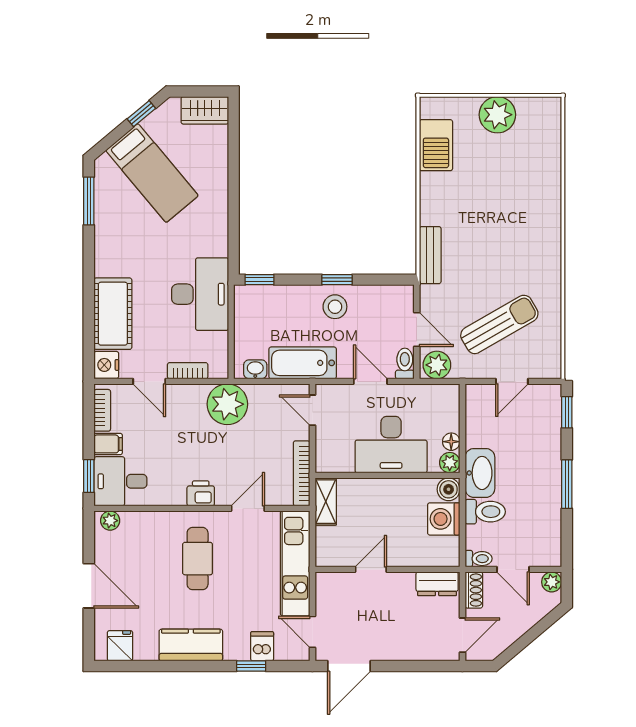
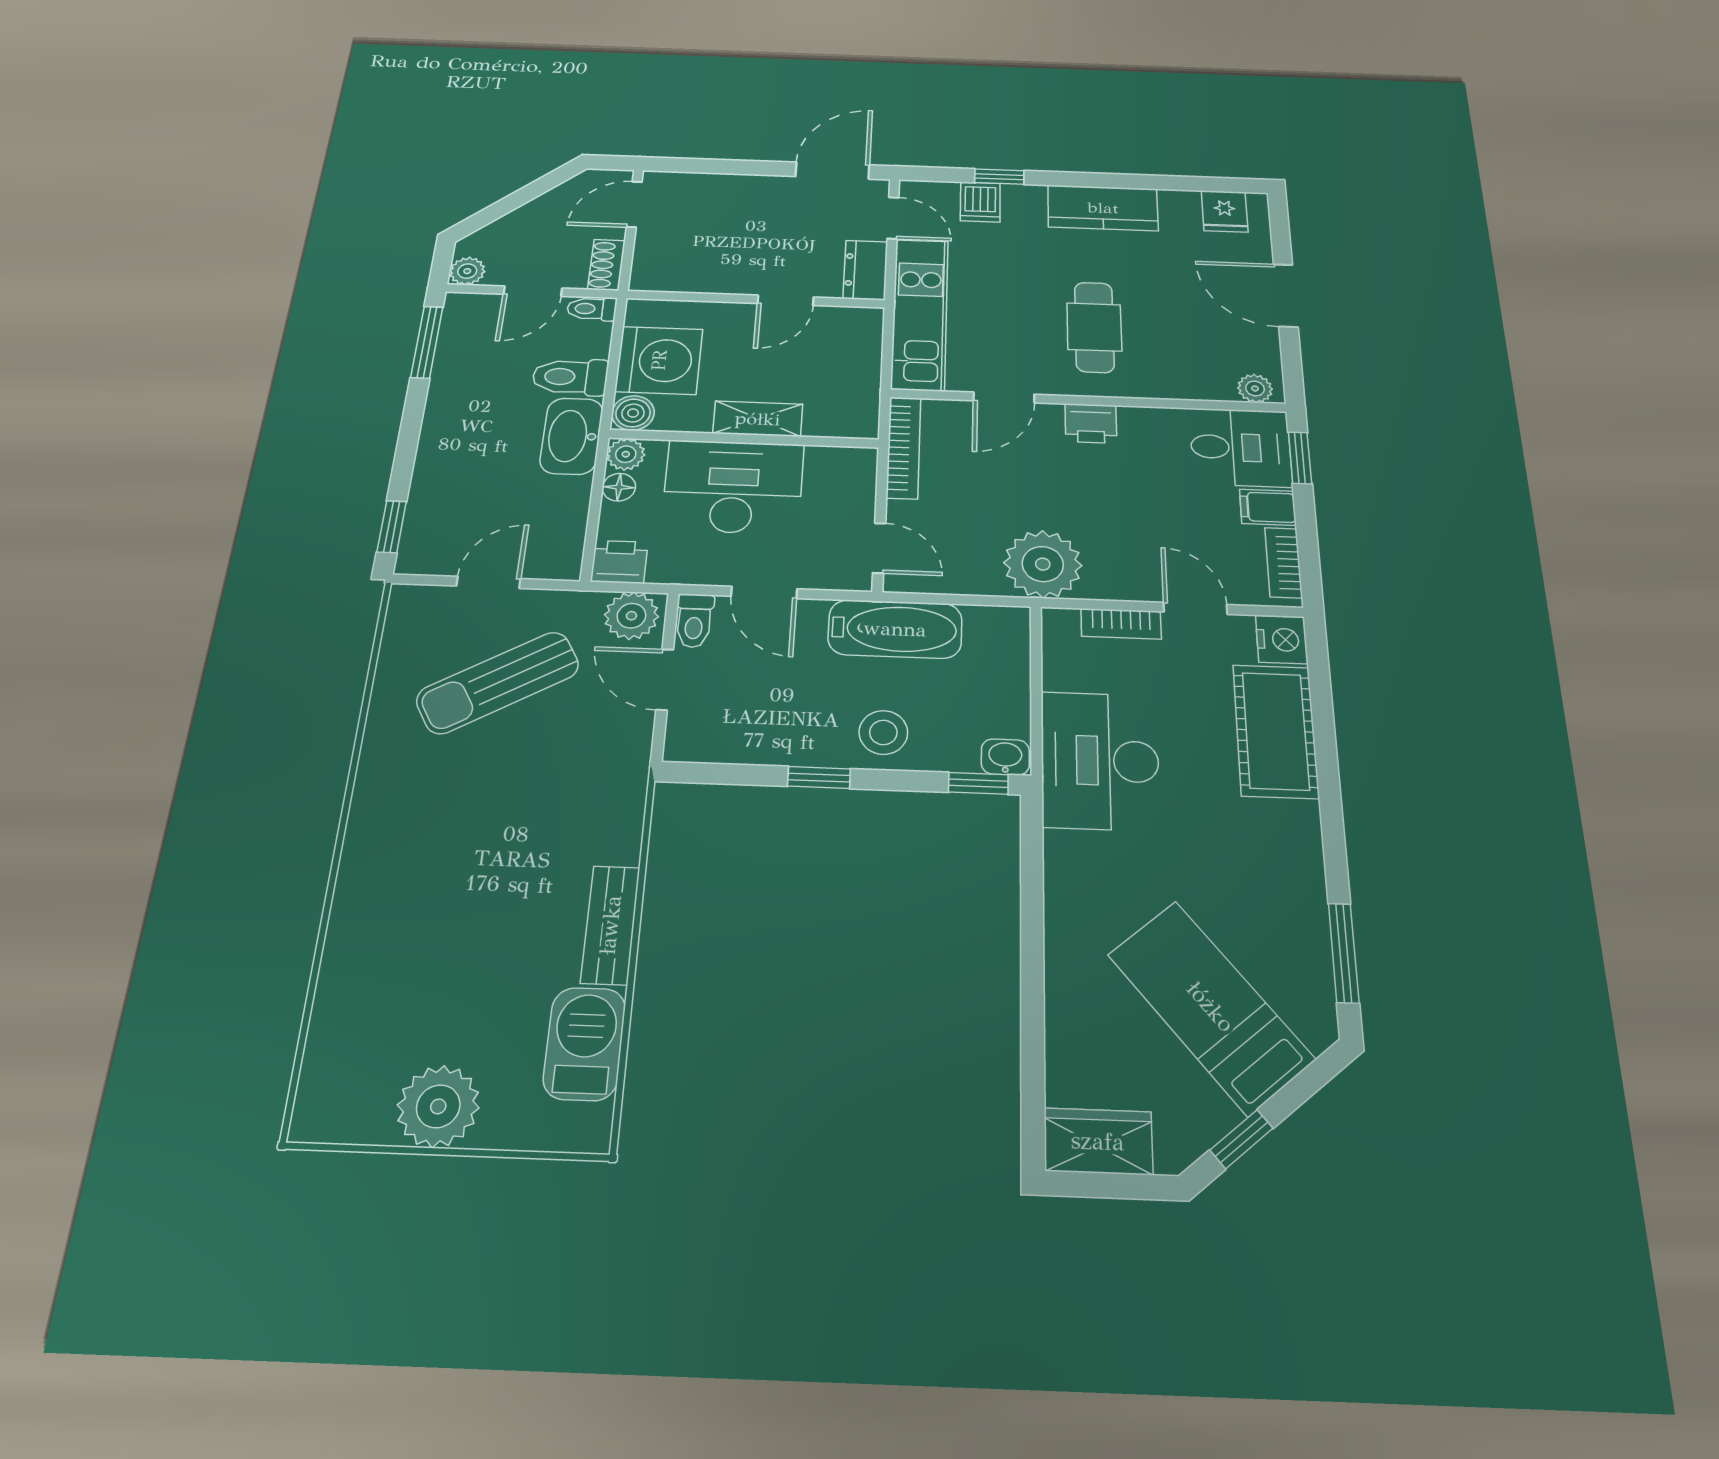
bench: (430, 255) -> (610, 925), moved
stool: (335, 307) -> (883, 732), moved
washbasin: (255, 369) -> (1005, 757), moved, turned 180
printer: (446, 396) -> (619, 562), added
window: (567, 484) -> (427, 342), moved
shelving: (326, 502) -> (758, 419), moved, turned 90
washing machine: (444, 519) -> (659, 360), width x1.37, depth x1.37
door: (513, 569) -> (533, 291), swing flipped
dresser: (437, 584) -> (865, 270), moved, turned -90

